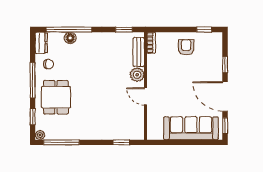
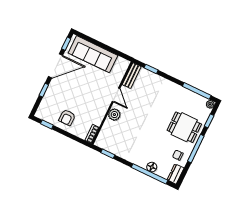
bench: (139, 52) -> (132, 76), moved
door: (225, 96) -> (55, 66), hinge flipped
dining table: (56, 97) -> (184, 127), turned 90

